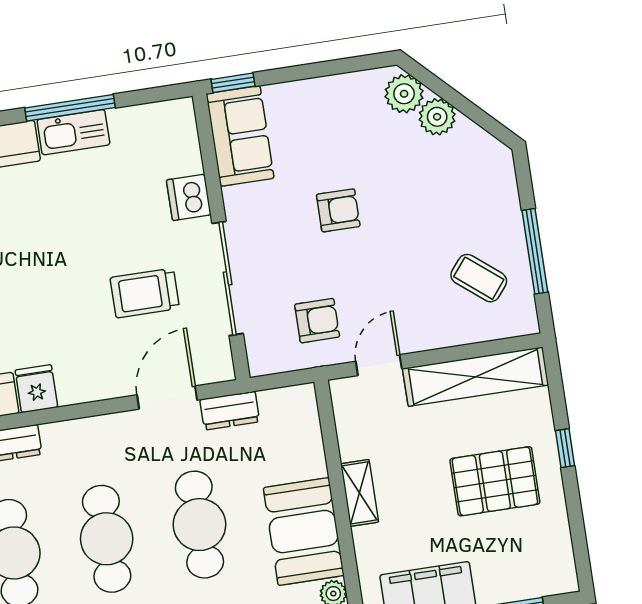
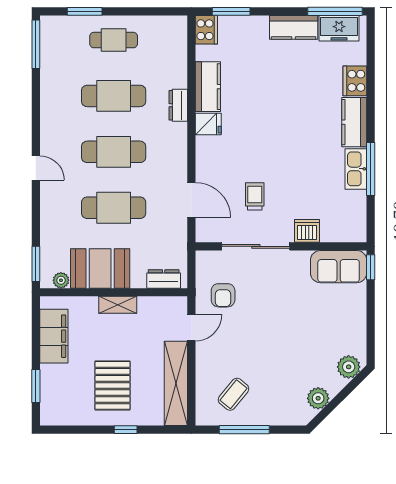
plant: (437, 117) -> (318, 398), moved
armchair: (338, 210) -> (286, 318), removed
trolley: (145, 293) -> (255, 196), width x0.73, depth x0.72
door: (379, 365) -> (191, 328), hinge flipped
dresser: (230, 411) -> (164, 279), moved, turned 90

